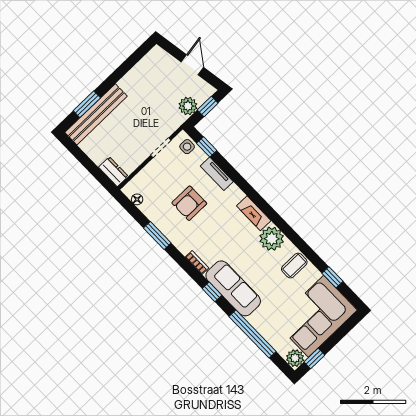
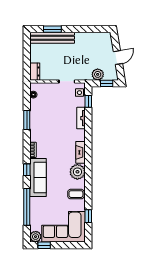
armchair: (189, 203) -> (56, 119), removed

